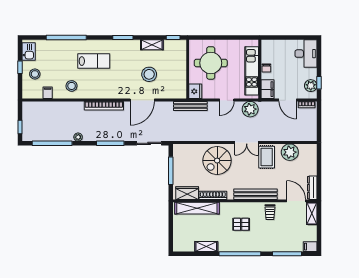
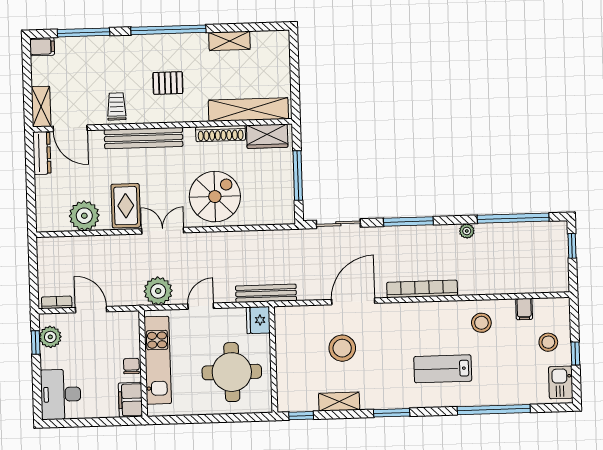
filing cabinet: (267, 89) -> (130, 400), moved

